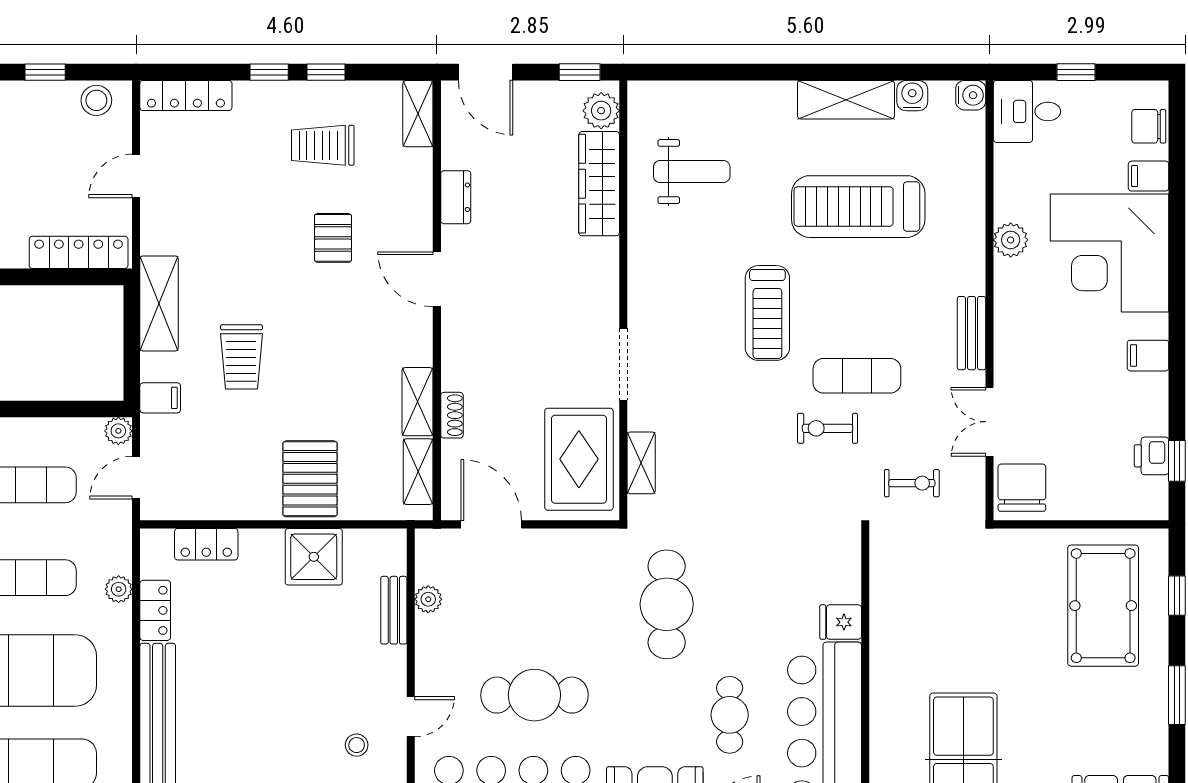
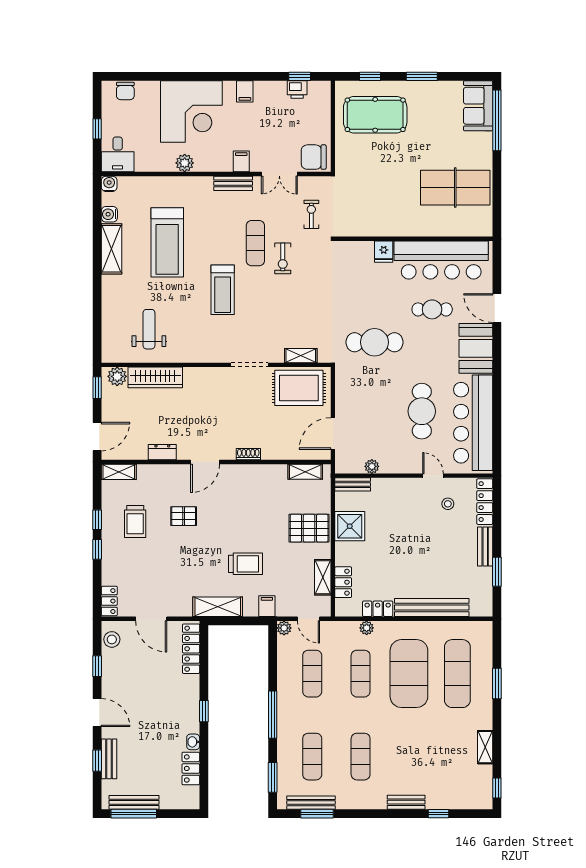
locker: (186, 96) -> (109, 601), width x0.66
door: (136, 176) -> (151, 619), width x1.38
filing cabinet: (1149, 176) -> (241, 161), moved, turned 180
treadmill: (767, 313) -> (223, 290), turned 90
shelving: (418, 402) -> (323, 577), moved, turned 90
shoe rack: (452, 415) -> (248, 454), moved
bench: (394, 610) -> (353, 484), moved

